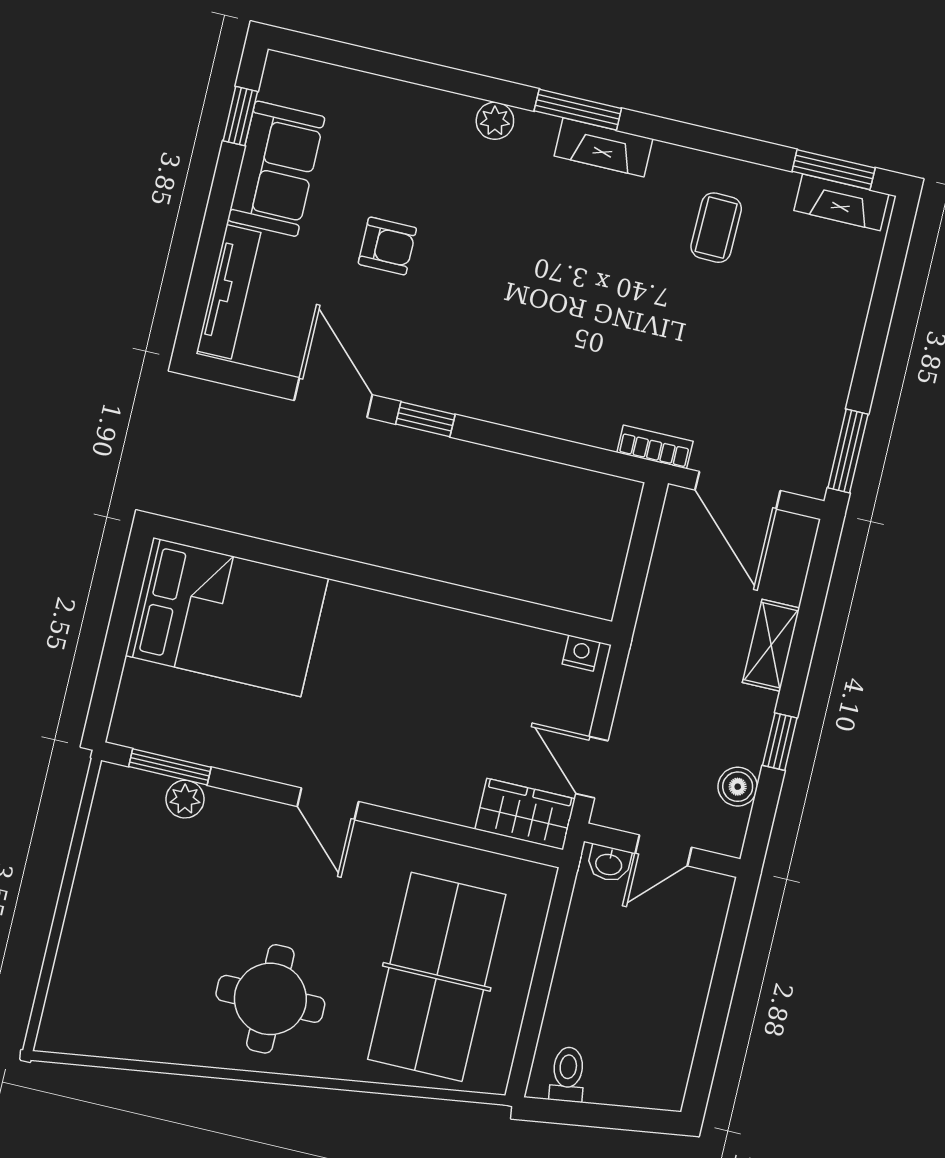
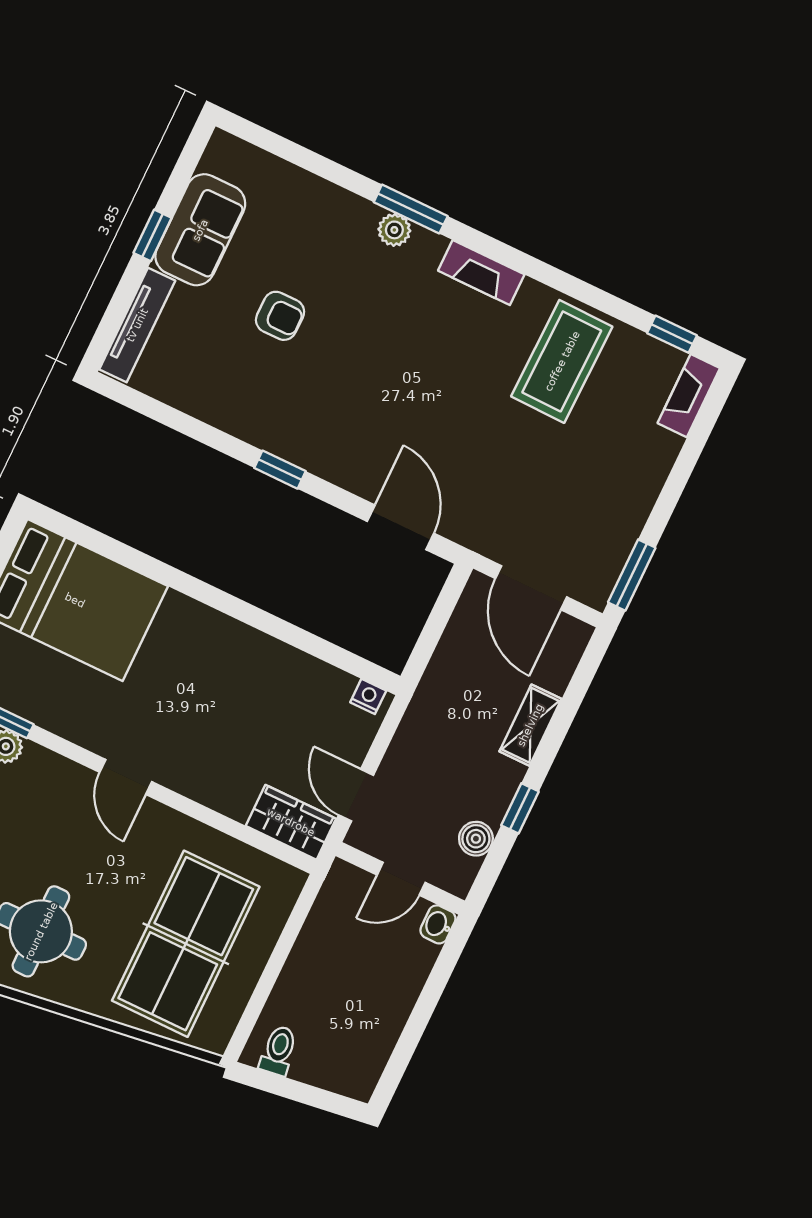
window: (578, 110) -> (411, 209), moved
window: (240, 116) -> (153, 235), moved
window: (834, 170) -> (672, 334), width x0.67
fireplace: (841, 202) -> (689, 396), moved, turned 90
coffee table: (716, 228) -> (562, 361), width x1.86, depth x1.72
door: (333, 398) -> (401, 527), moved
bookcase: (655, 447) -> (469, 536), removed
washbasin: (609, 864) -> (438, 924), moved, turned 90

